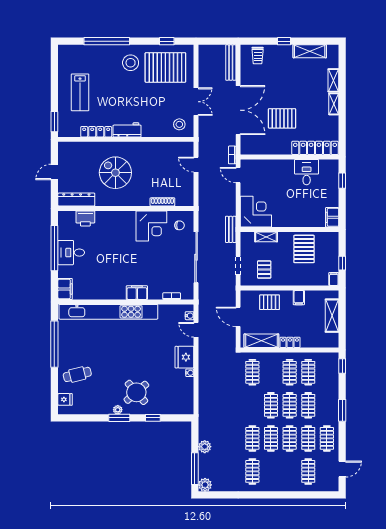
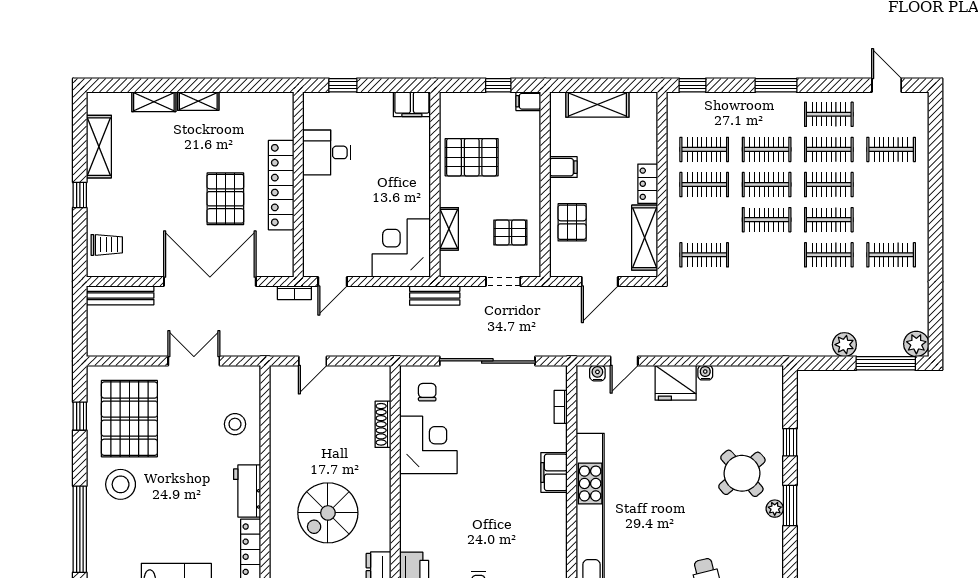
stool: (179, 124) -> (235, 424), moved
locker: (315, 148) -> (281, 185), moved

